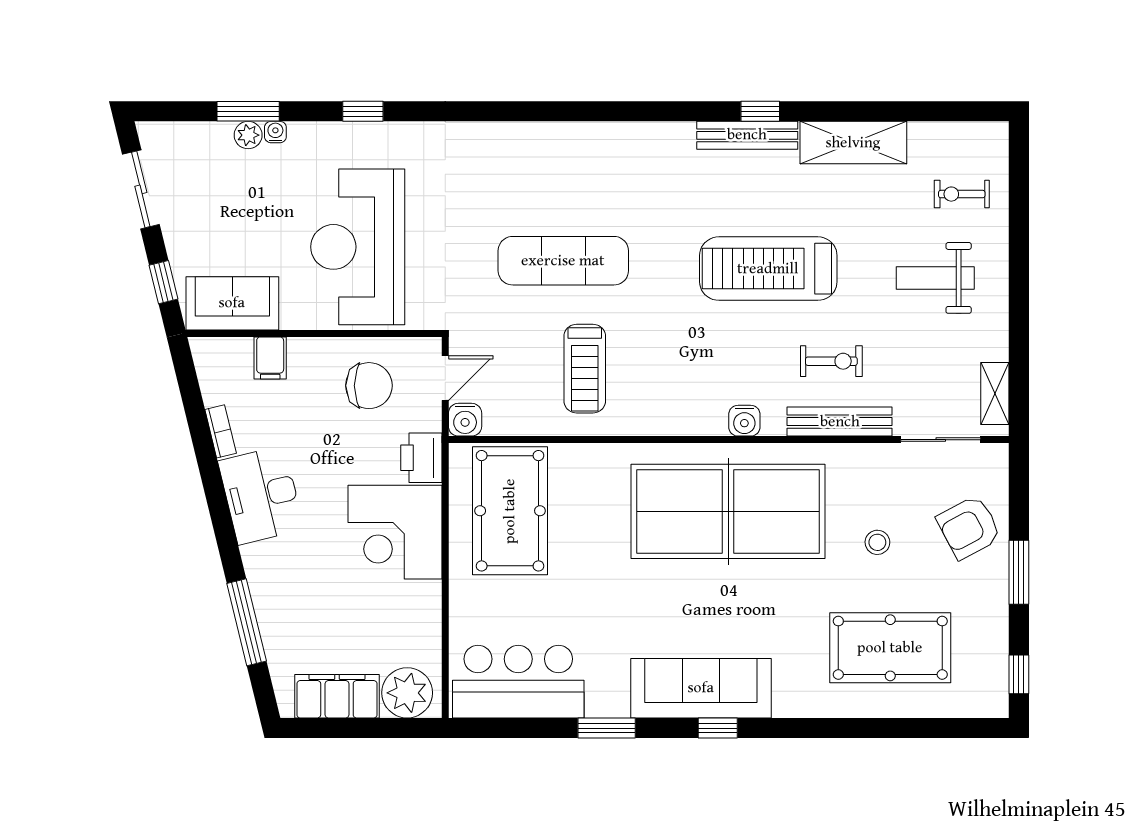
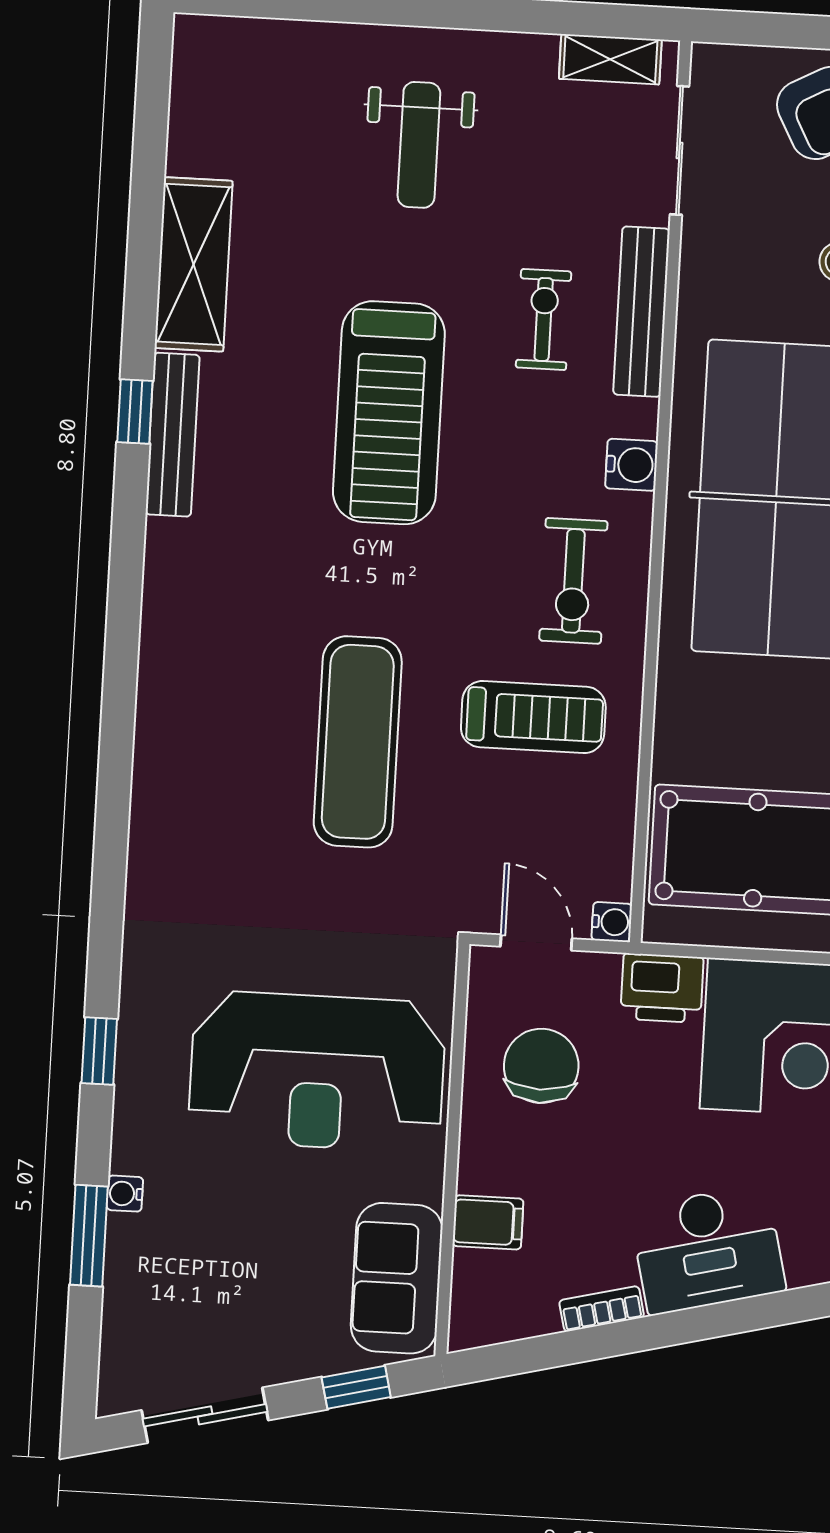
plant: (248, 135) -> (127, 1238), removed
exercise bike: (962, 194) -> (573, 581), moved, width x1.38, depth x1.39
water cooler: (465, 420) -> (612, 922), width x0.72, depth x0.72

